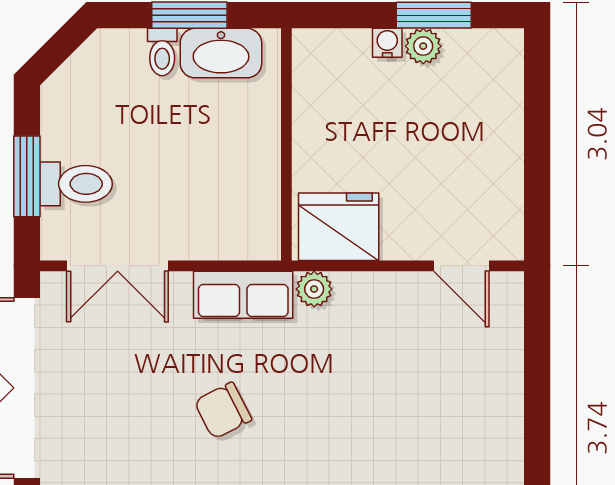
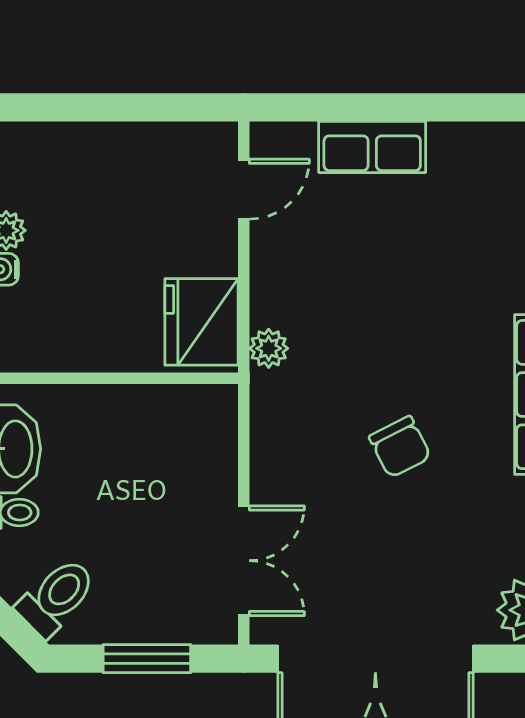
toilet: (76, 184) -> (56, 597), moved, turned 45
row of seats: (243, 295) -> (372, 147), moved, turned 90

